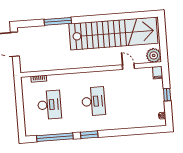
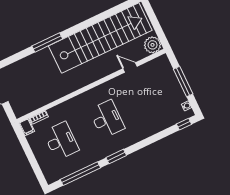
window: (58, 21) -> (47, 42), moved
filing cabinet: (158, 73) -> (27, 127), moved
window: (167, 95) -> (183, 81), width x2.17
window: (154, 130) -> (184, 124), added

